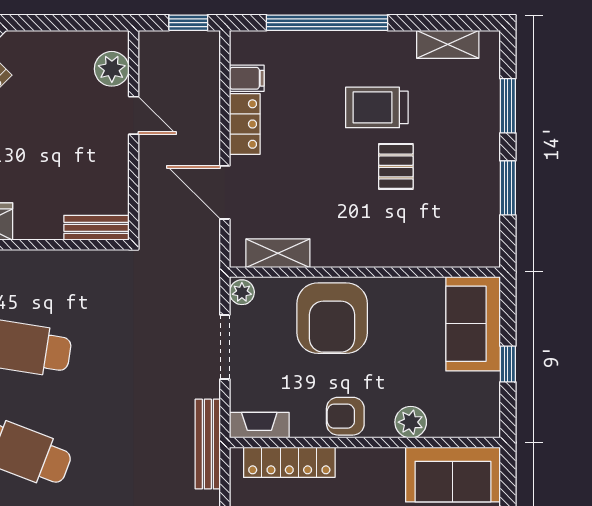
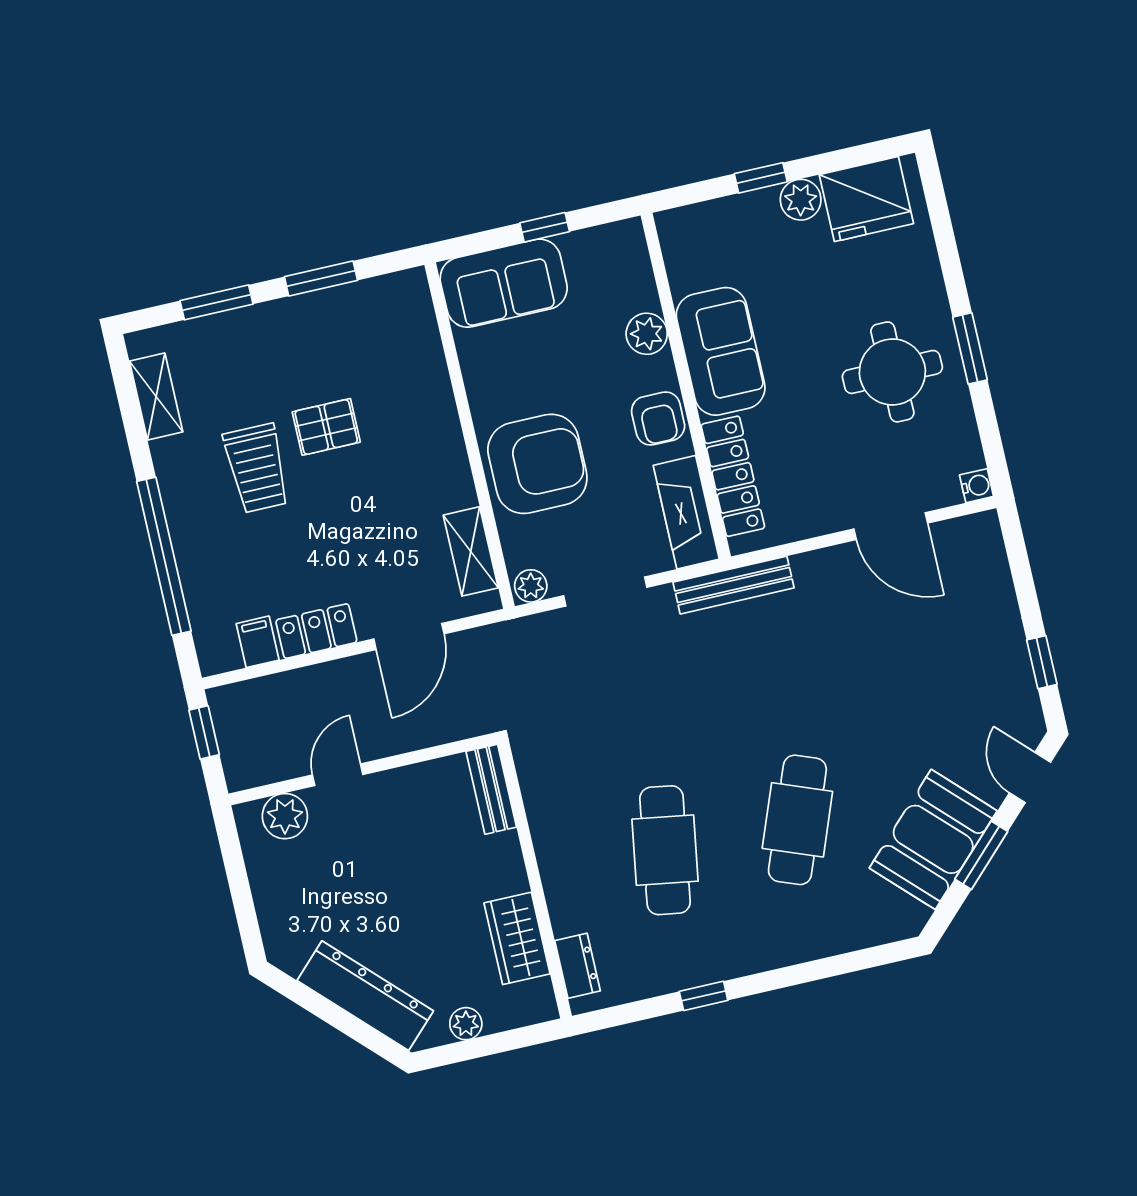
fireplace: (259, 425) -> (686, 512), width x1.37, depth x1.32
sofa: (453, 474) -> (721, 351), moved

